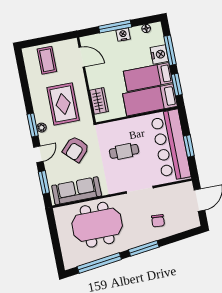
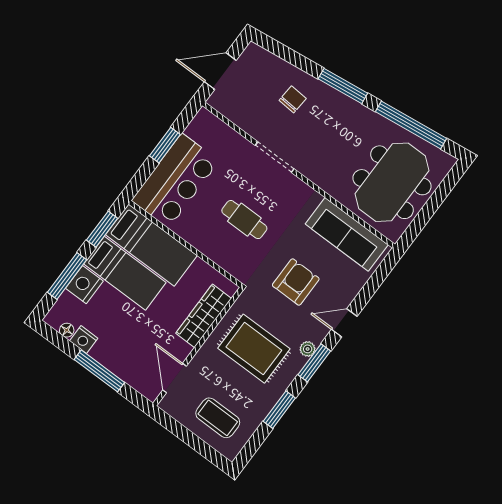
nightstand: (123, 35) -> (84, 340), moved
coffee table: (47, 60) -> (218, 418), turned 90
wardrobe: (99, 101) -> (204, 316), width x1.50
rug: (63, 104) -> (254, 349), turned 90
bar counter: (171, 145) -> (175, 181), width x0.73
armchair: (76, 149) -> (296, 282), turned -44
window: (44, 182) -> (279, 410), moved
meeting table: (97, 225) -> (392, 182), moved, turned 90

